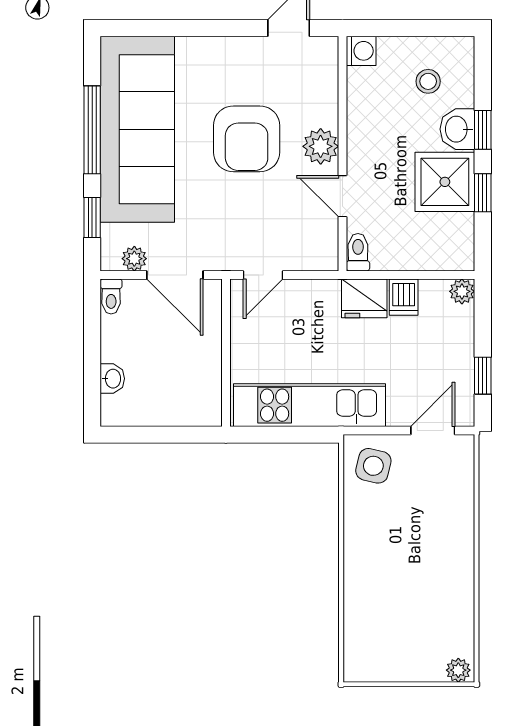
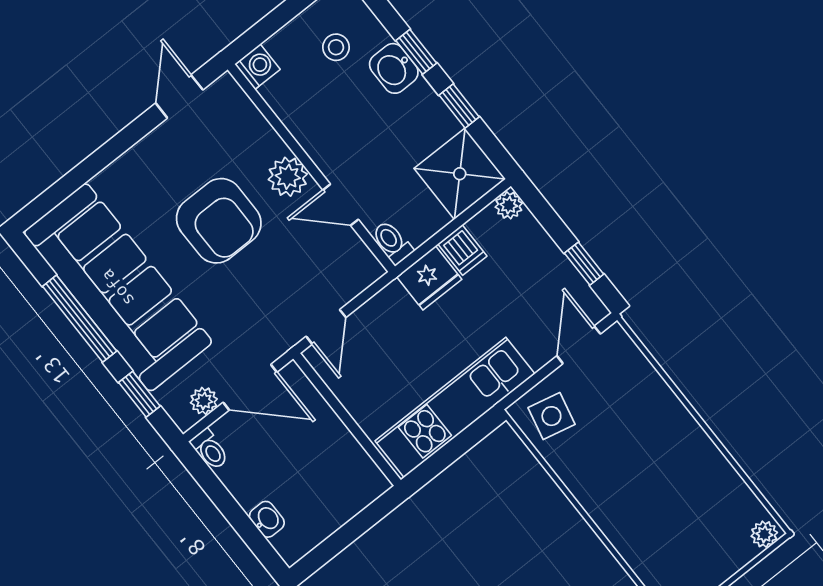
shower: (445, 182) -> (460, 174), moved

